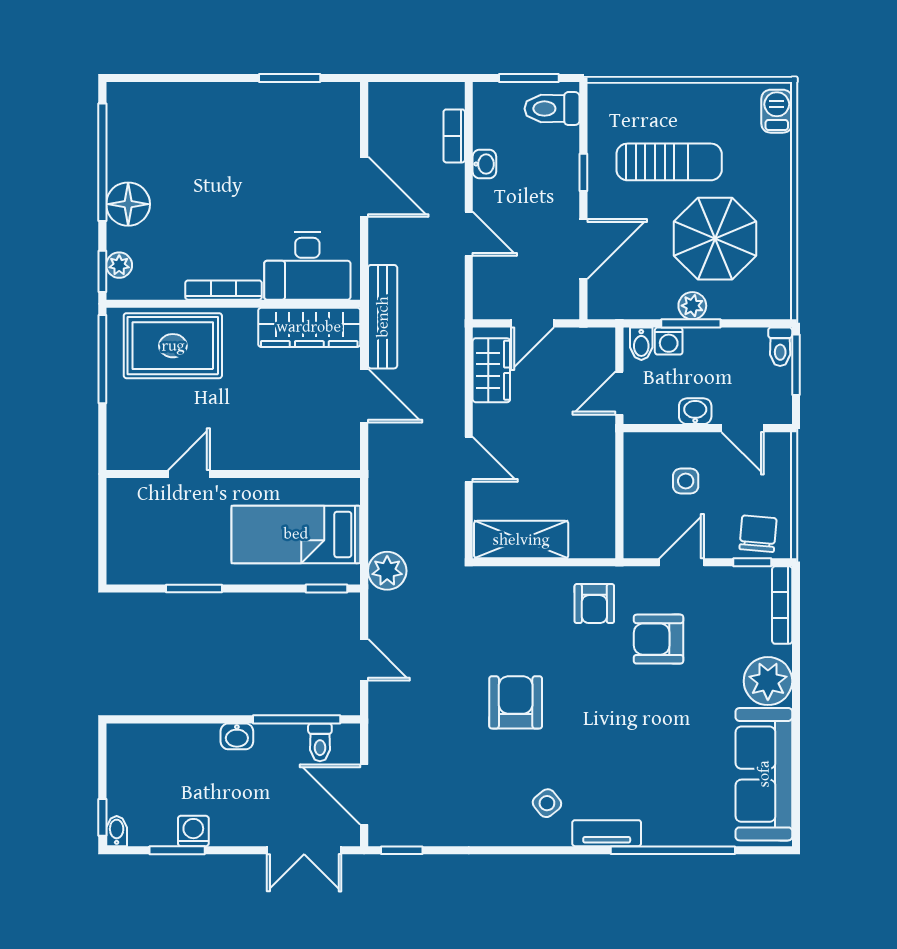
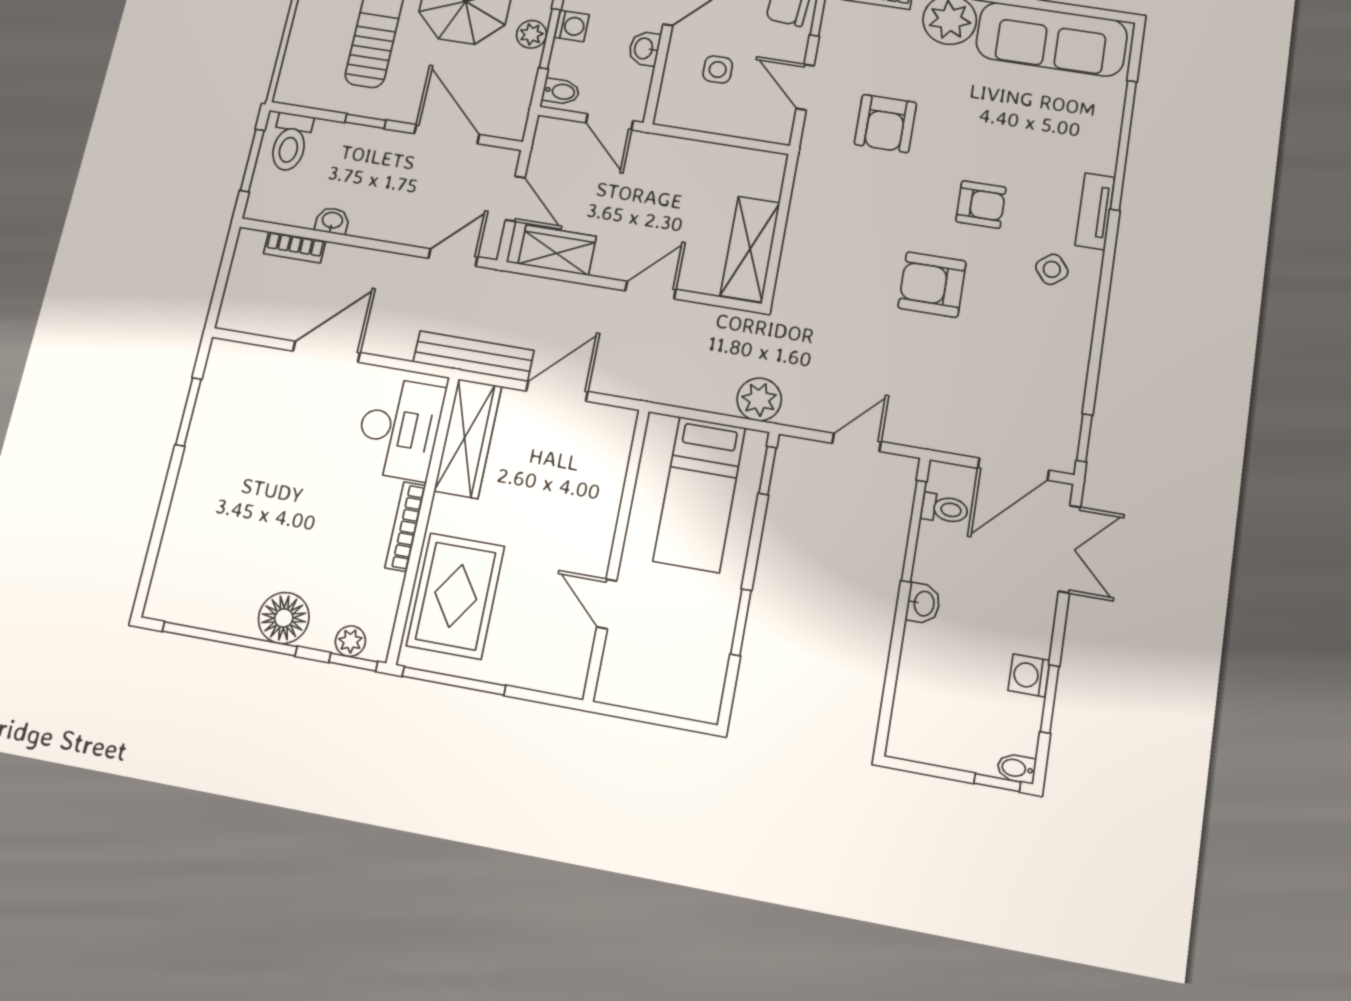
door: (469, 234) -> (453, 258), moved
washing machine: (669, 341) -> (572, 26), moved
armchair: (594, 604) -> (981, 204), moved

